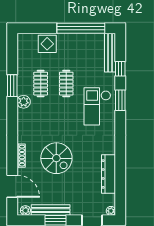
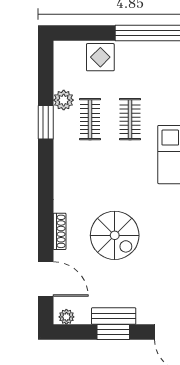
plant: (24, 102) -> (64, 100), moved
bench: (51, 210) -> (114, 316), width x0.73

